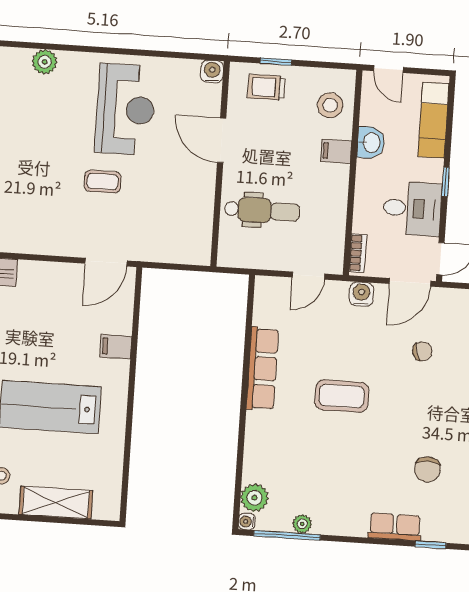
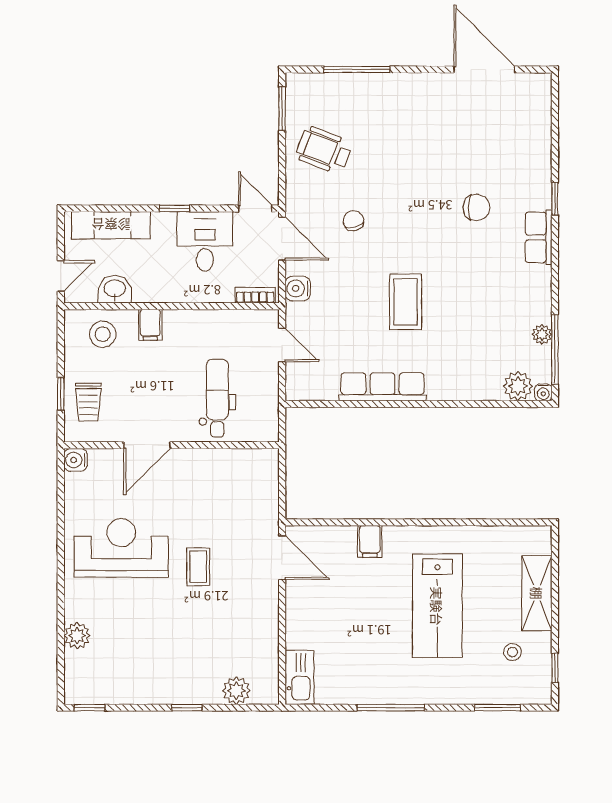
washbasin: (371, 143) -> (115, 289), moved

